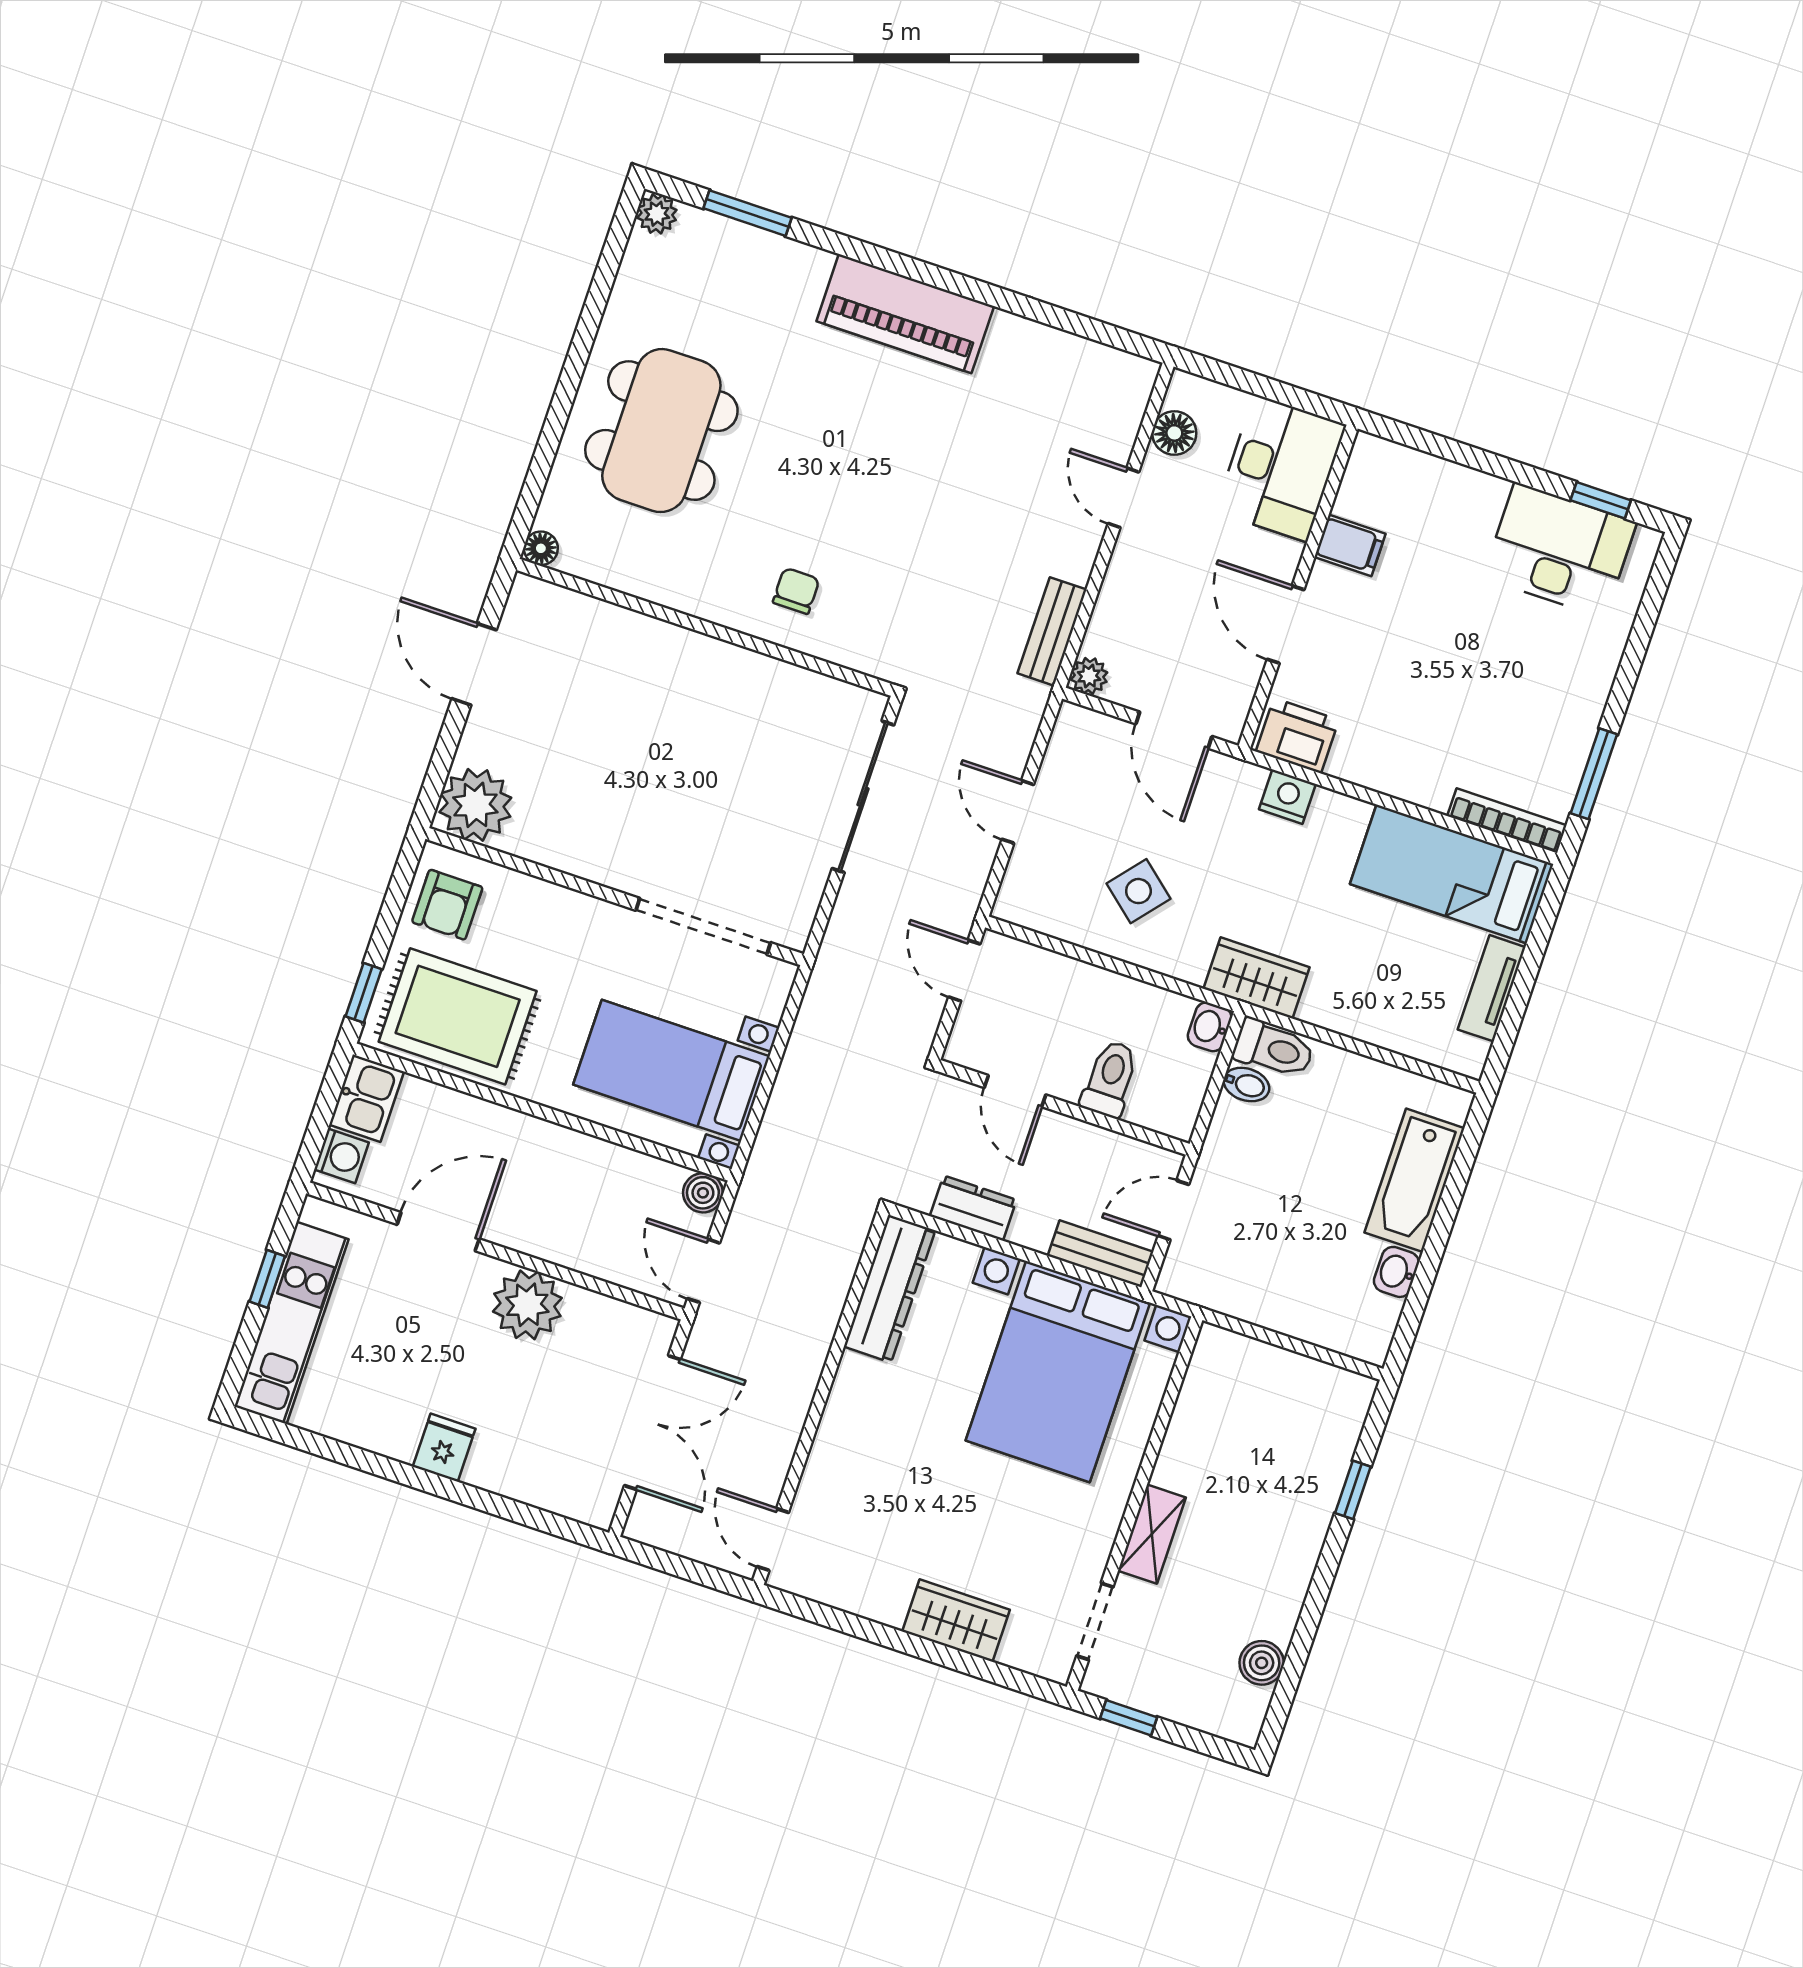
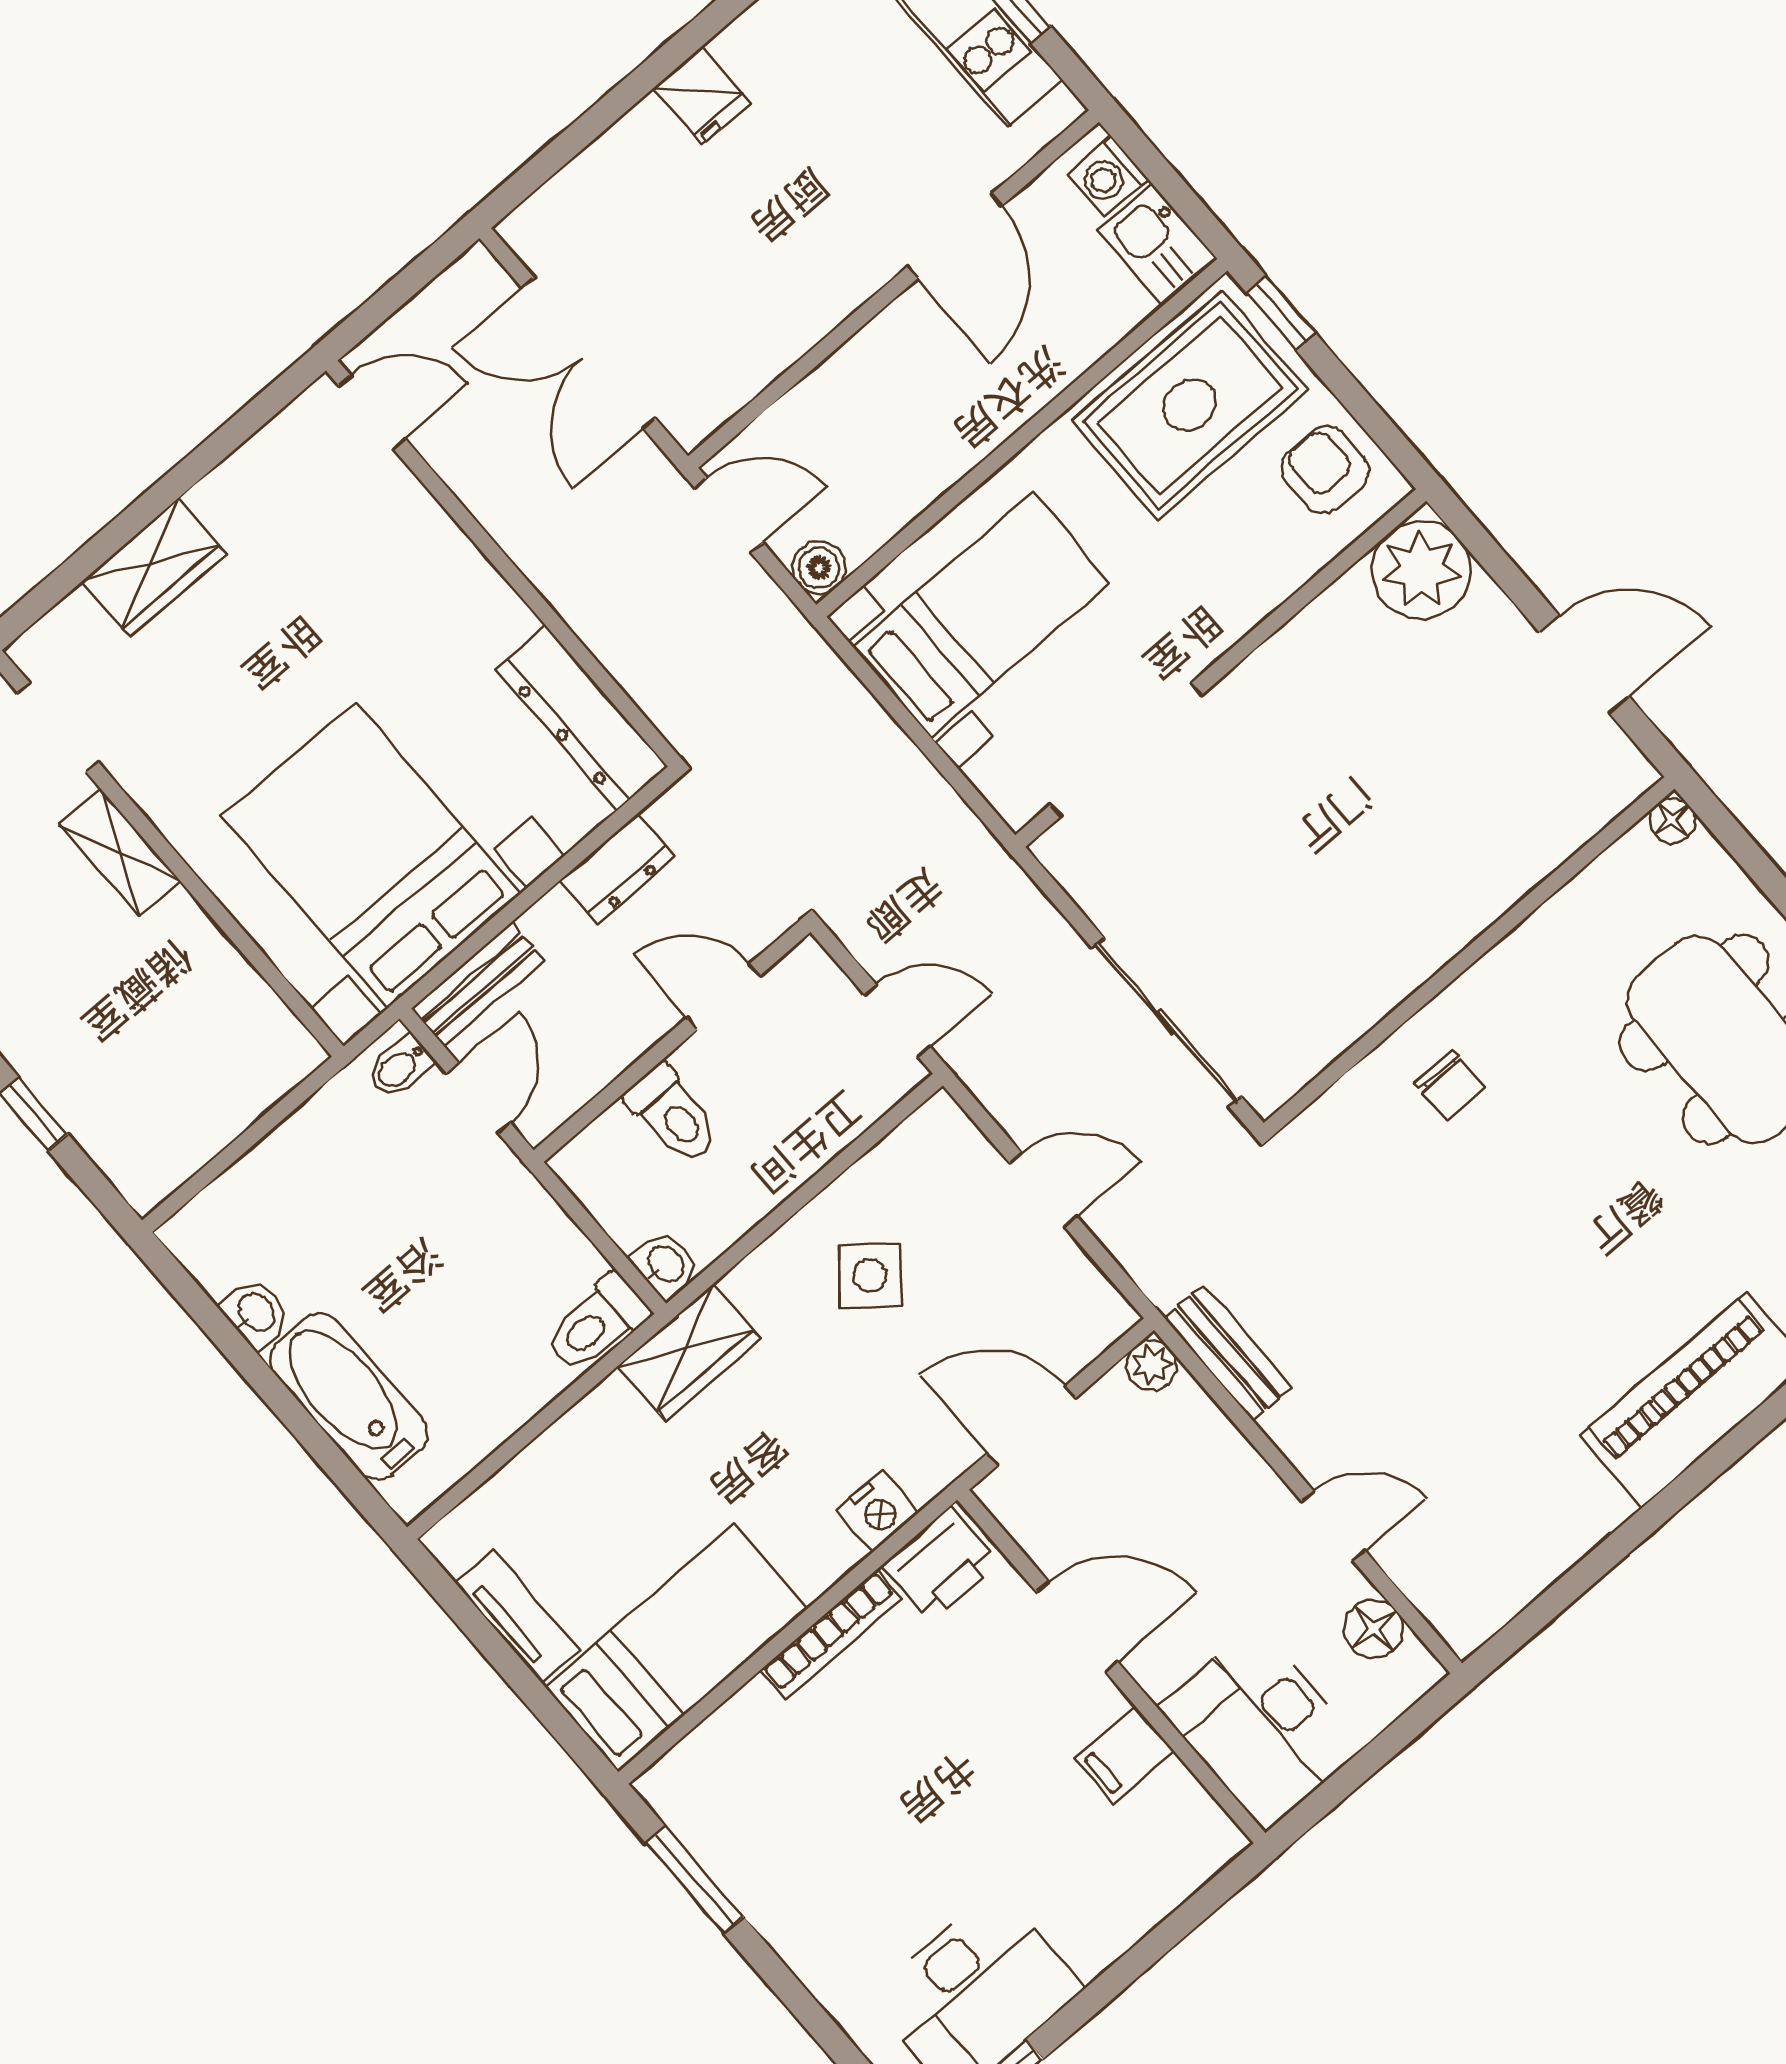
bookcase: (1507, 821) -> (831, 1635), moved
bidet: (1246, 1085) -> (400, 1067), moved
plant: (527, 1305) -> (810, 289), removed

